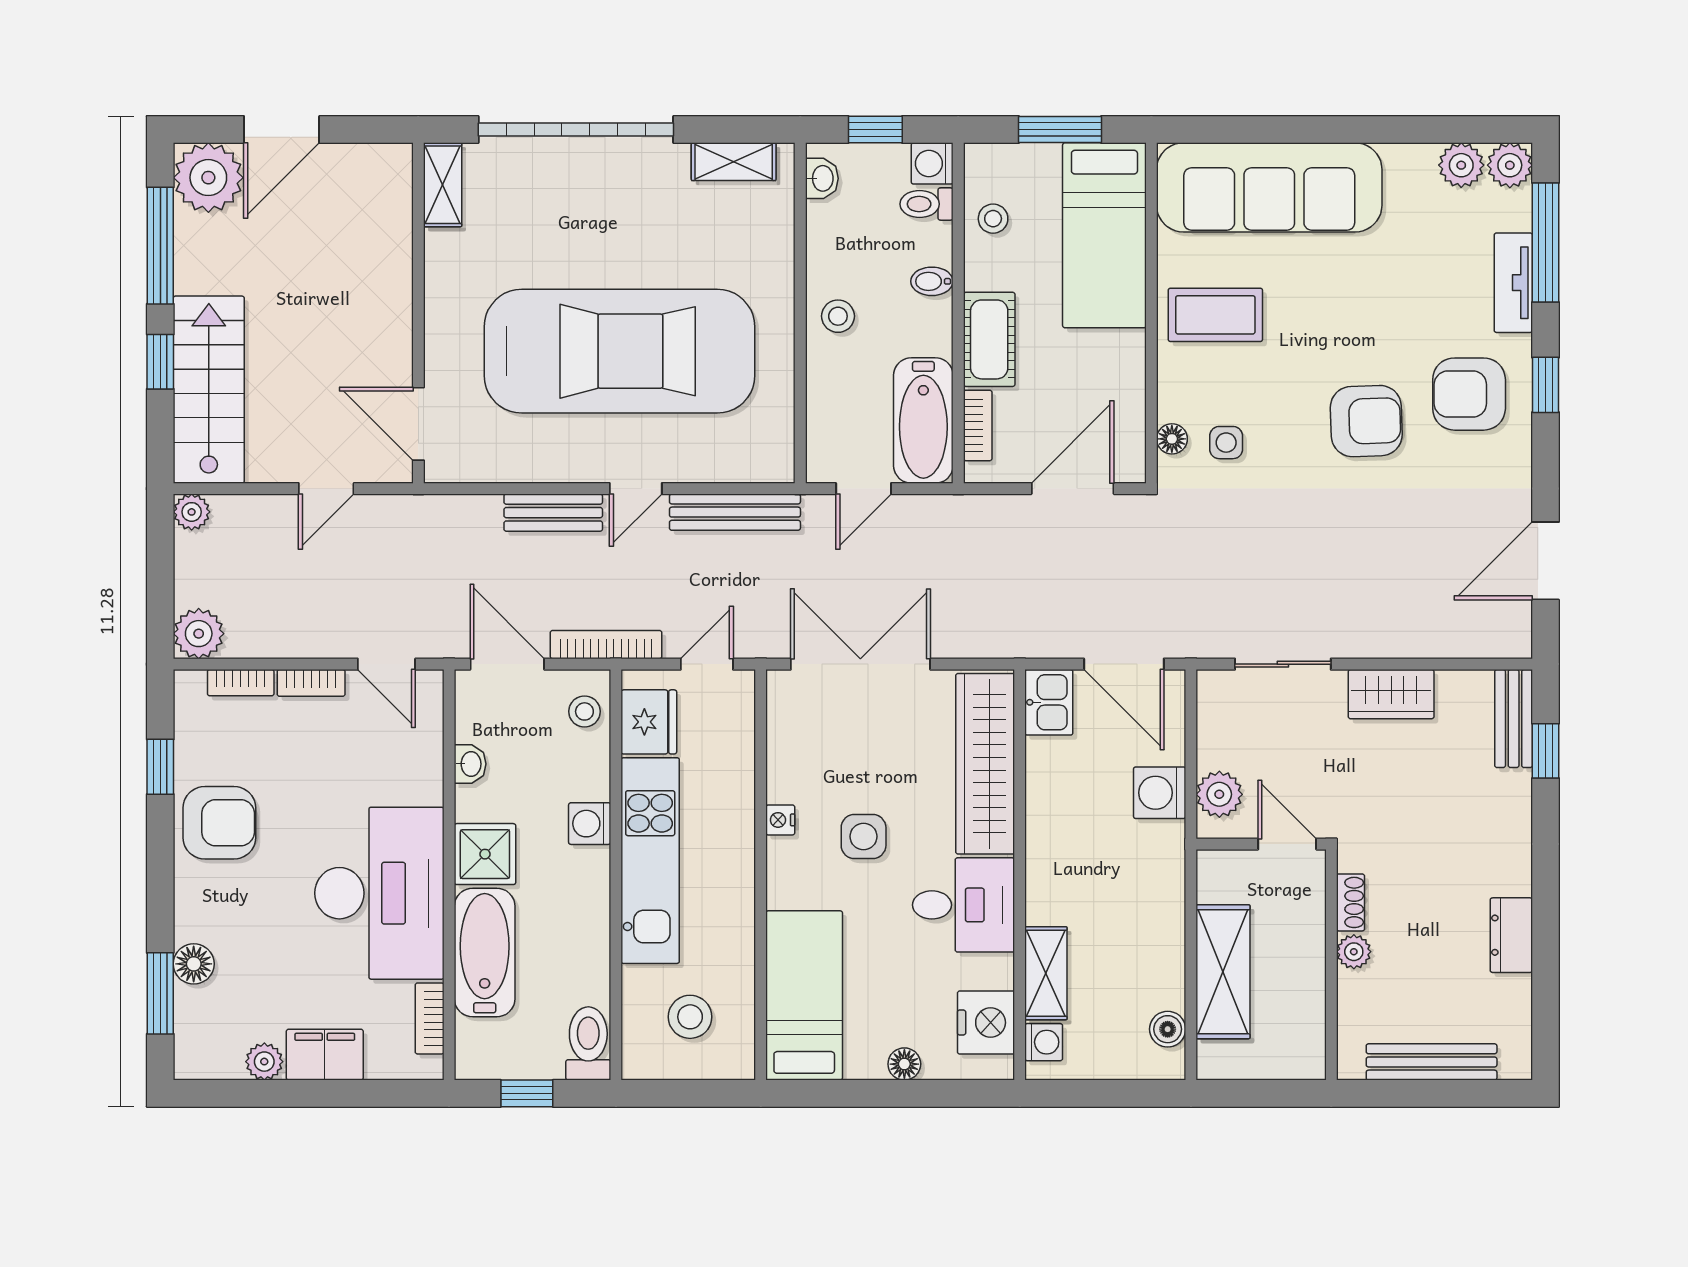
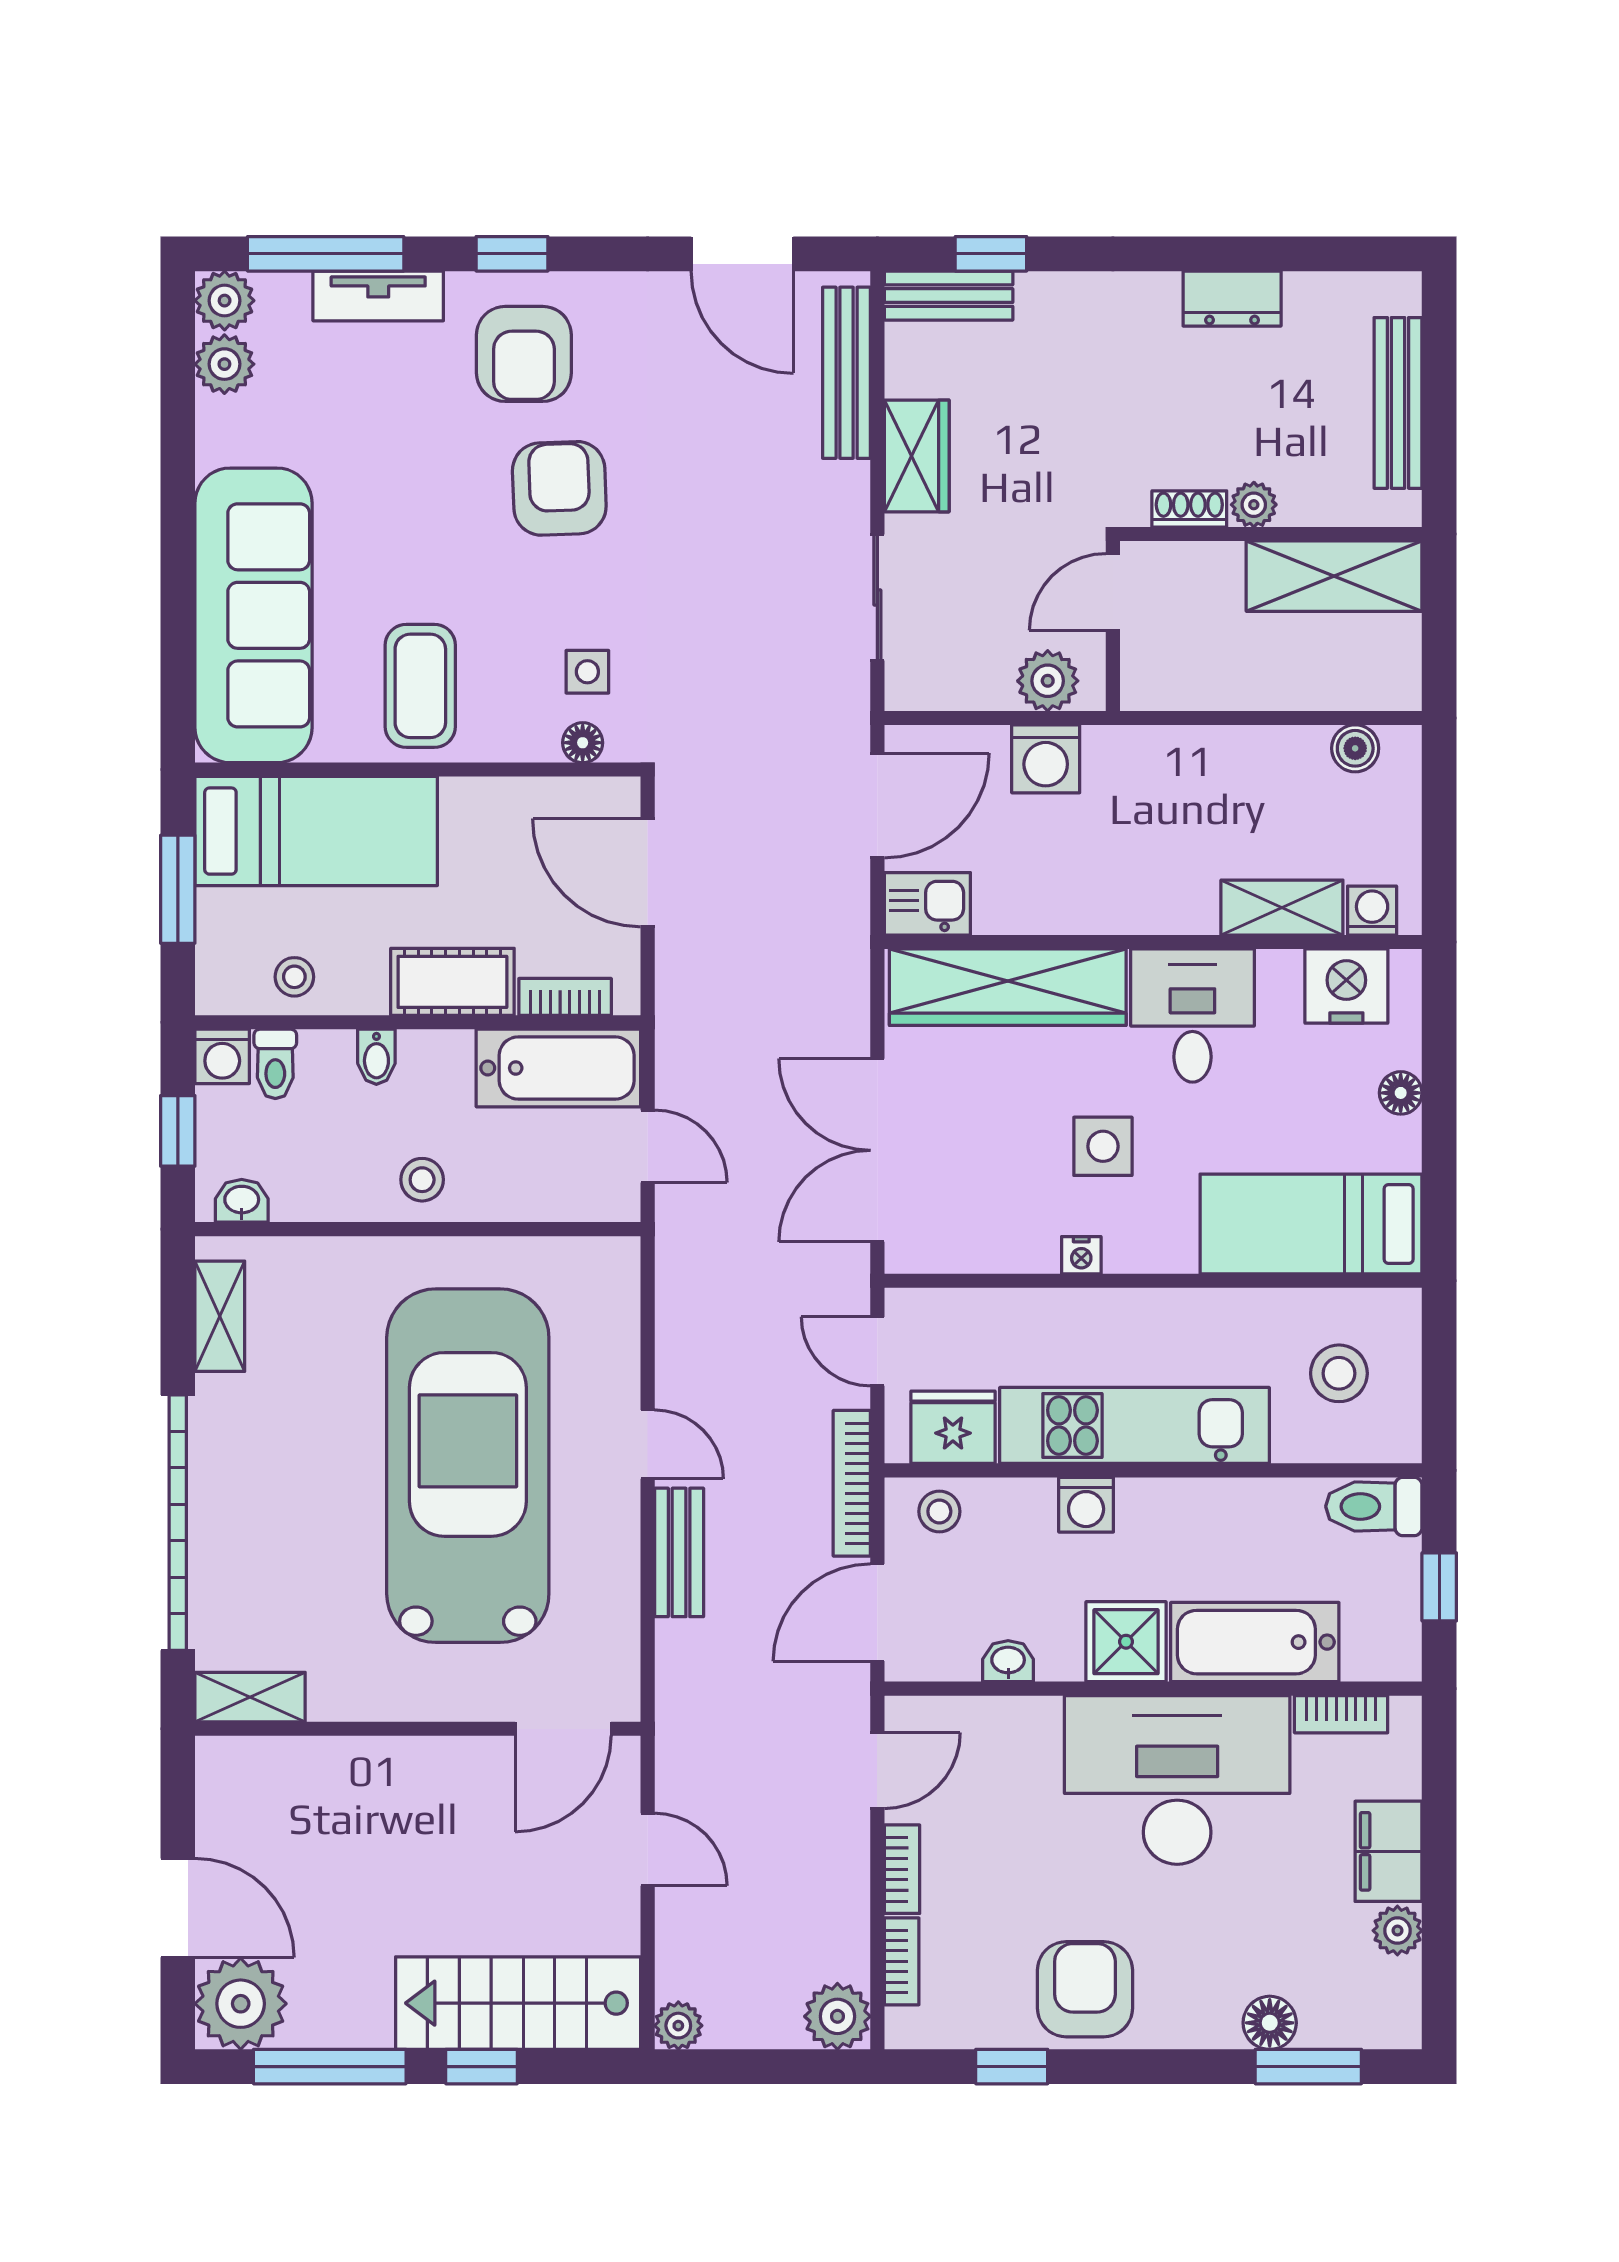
bench: (735, 512) -> (847, 373), moved
shelving: (1223, 972) -> (1334, 576), moved

